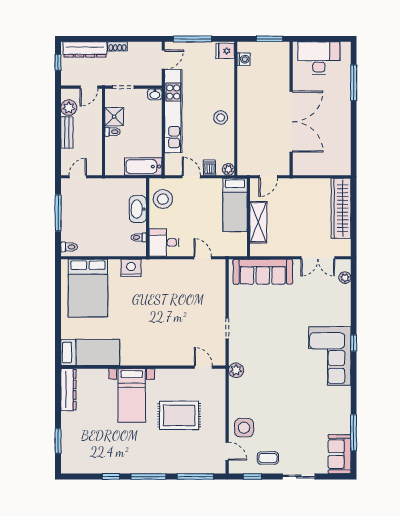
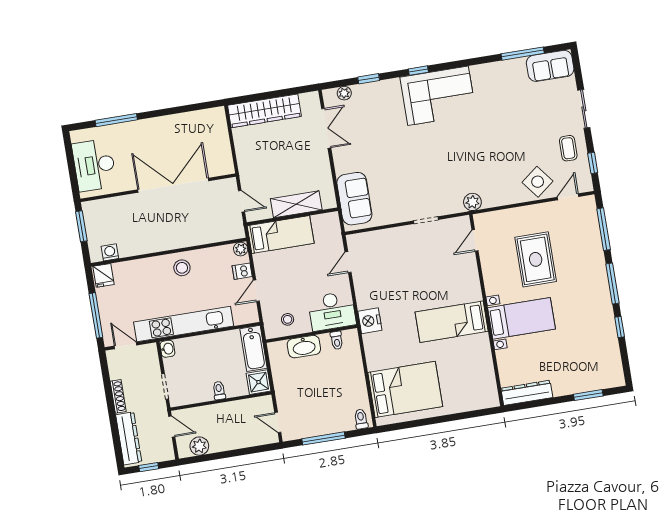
shoe rack: (117, 46) -> (118, 396), width x1.43
shower: (114, 117) -> (258, 382), moved
bench: (67, 132) -> (228, 443), removed
stool: (163, 199) -> (288, 319), width x0.53, depth x0.53
desk: (164, 243) -> (332, 311), width x1.37
nightstand: (131, 268) -> (370, 321), moved
sofa: (263, 272) -> (354, 199), width x0.73
window: (354, 300) -> (369, 79), added
bed: (90, 352) -> (452, 322), moved, turned -90
side table: (244, 428) -> (538, 182), turned -38

